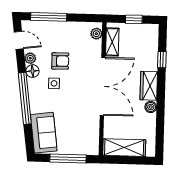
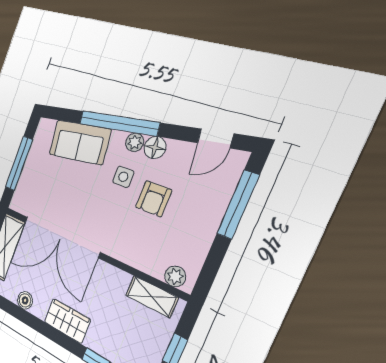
plant: (30, 58) -> (135, 142), moved
double door: (103, 86) -> (61, 237), moved
boiler: (151, 107) -> (25, 300), moved
sofa: (44, 133) -> (79, 142), moved

